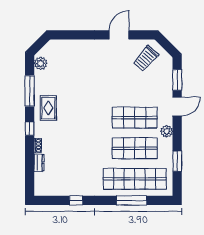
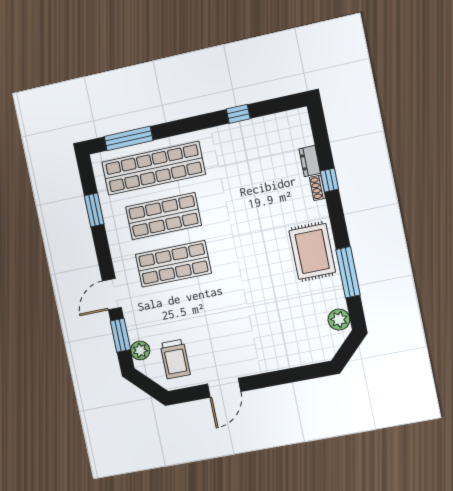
trolley: (146, 58) -> (175, 359), turned 139
rug: (48, 108) -> (312, 251), width x1.36, depth x1.43
window: (30, 129) -> (329, 180), moved
plant: (167, 131) -> (140, 350), moved
window: (132, 200) -> (129, 138), moved

